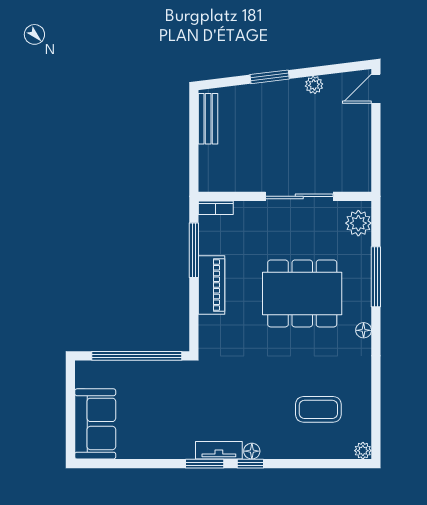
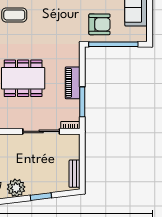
plant: (314, 85) -> (16, 188), width x1.87, depth x1.87
sliding door: (299, 196) -> (41, 131), moved
armchair: (162, 392) -> (99, 24), added

